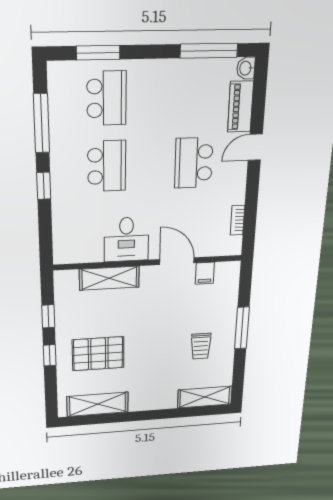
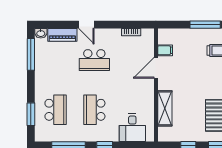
school desk: (107, 98) -> (56, 110), turned 90
school desk: (107, 166) -> (94, 110), turned -90
desk: (126, 239) -> (132, 128), moved, turned 90

